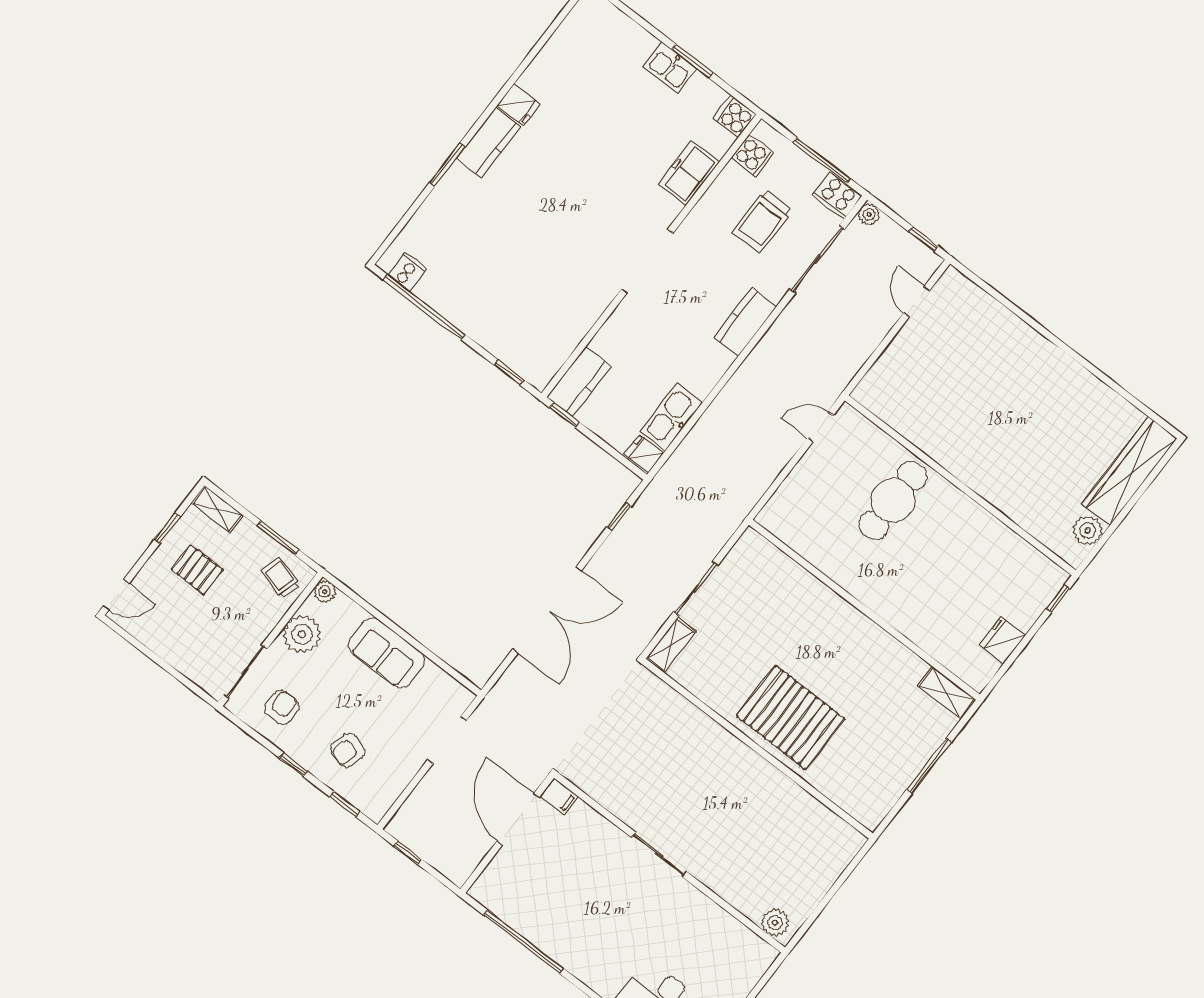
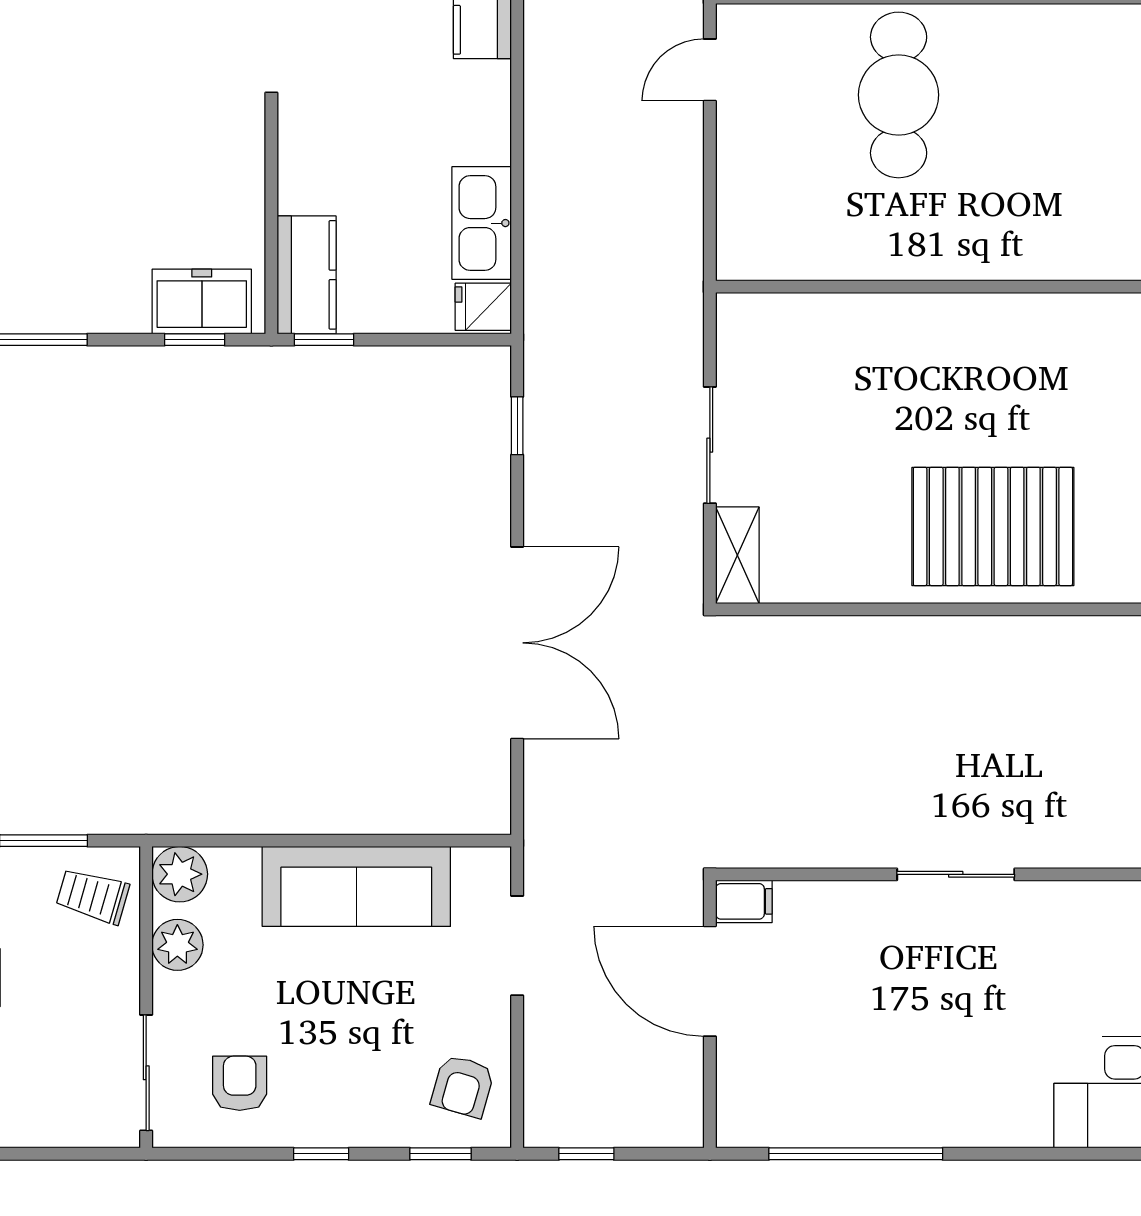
freezer: (525, 358) -> (202, 302), added
plant: (325, 592) -> (180, 874), width x1.38, depth x1.38
plant: (302, 634) -> (177, 945), width x0.73, depth x0.73
sofa: (387, 653) -> (356, 886), width x1.36
armchair: (347, 750) -> (463, 1086), moved

